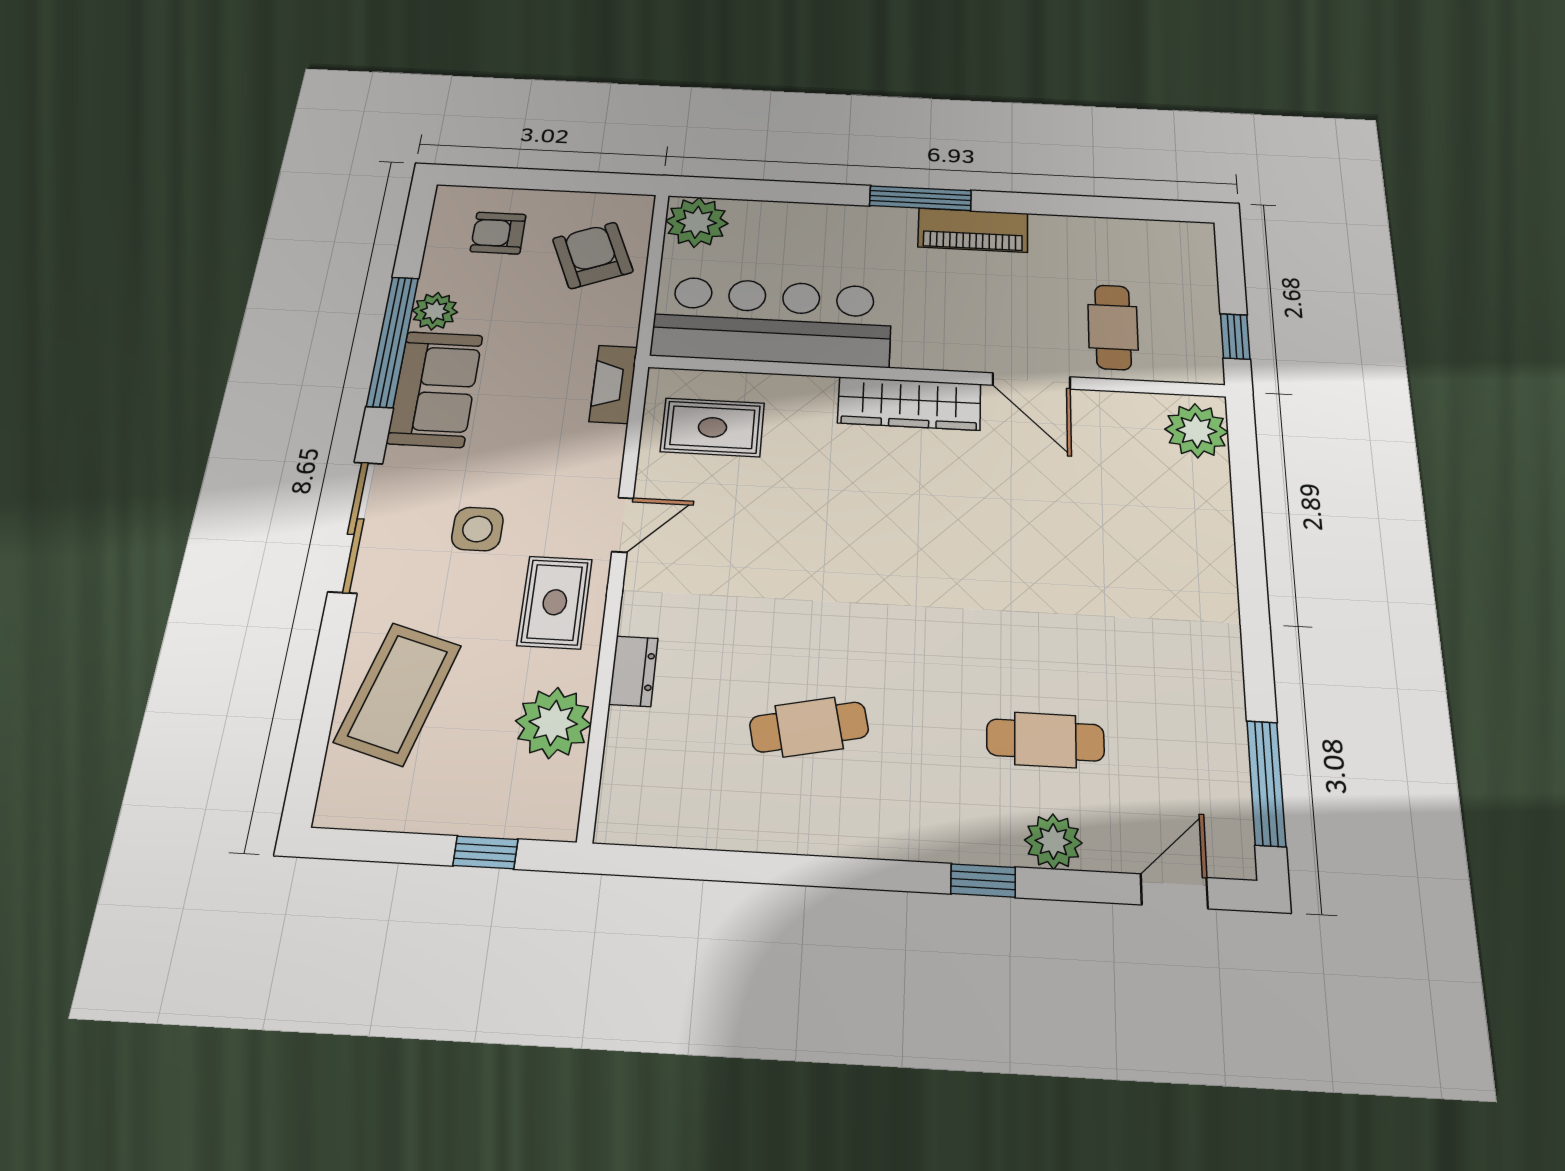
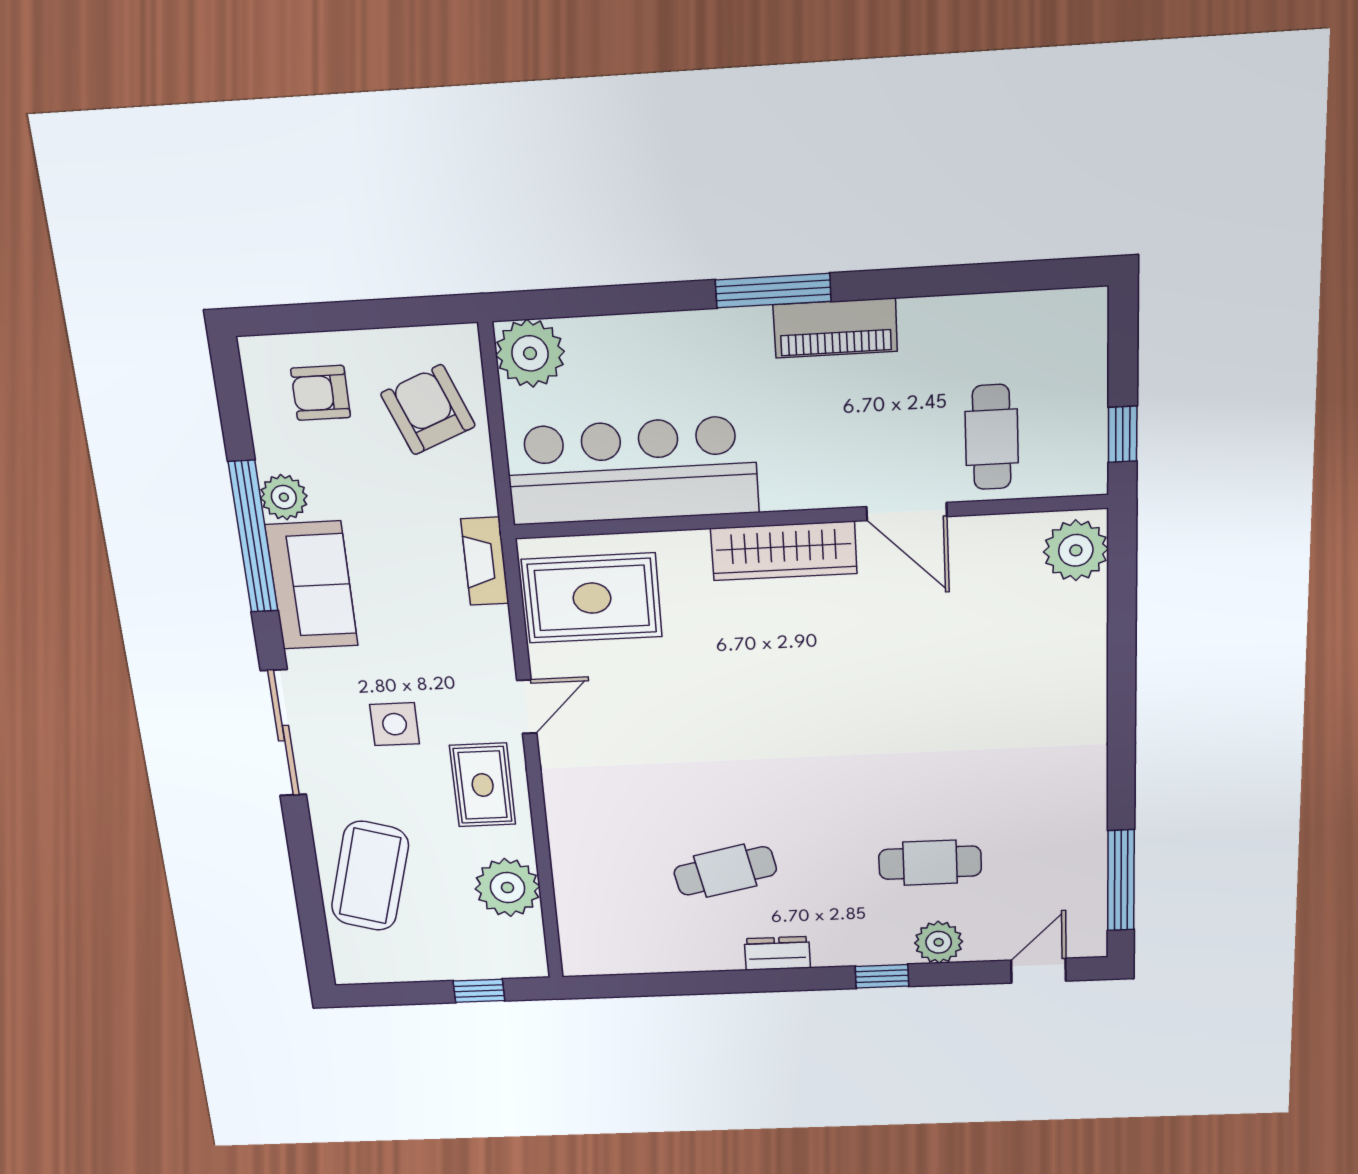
rug: (712, 427) -> (592, 598), width x1.36, depth x1.43
dresser: (633, 671) -> (777, 953), moved, turned -90

